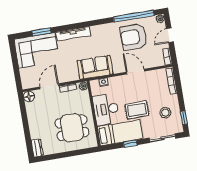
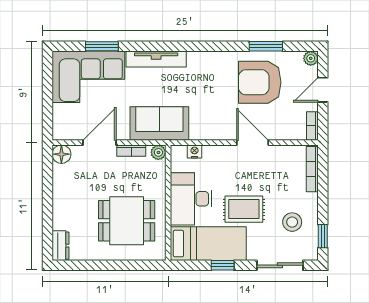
window: (134, 16) -> (266, 46), width x0.47
sofa: (95, 67) -> (159, 123), moved

